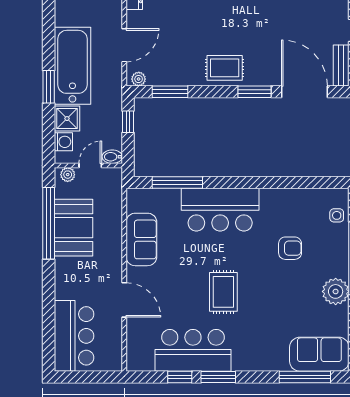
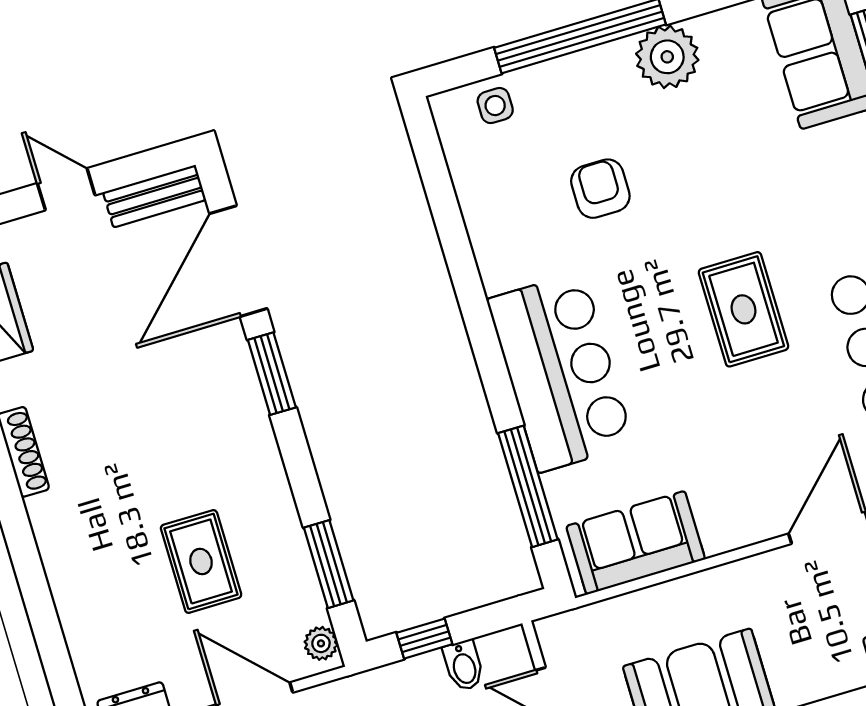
rug: (225, 68) -> (201, 561), moved
bidet: (112, 157) -> (464, 665), moved
sofa: (141, 239) -> (636, 543), moved
rug: (223, 292) -> (743, 309), turned 90

